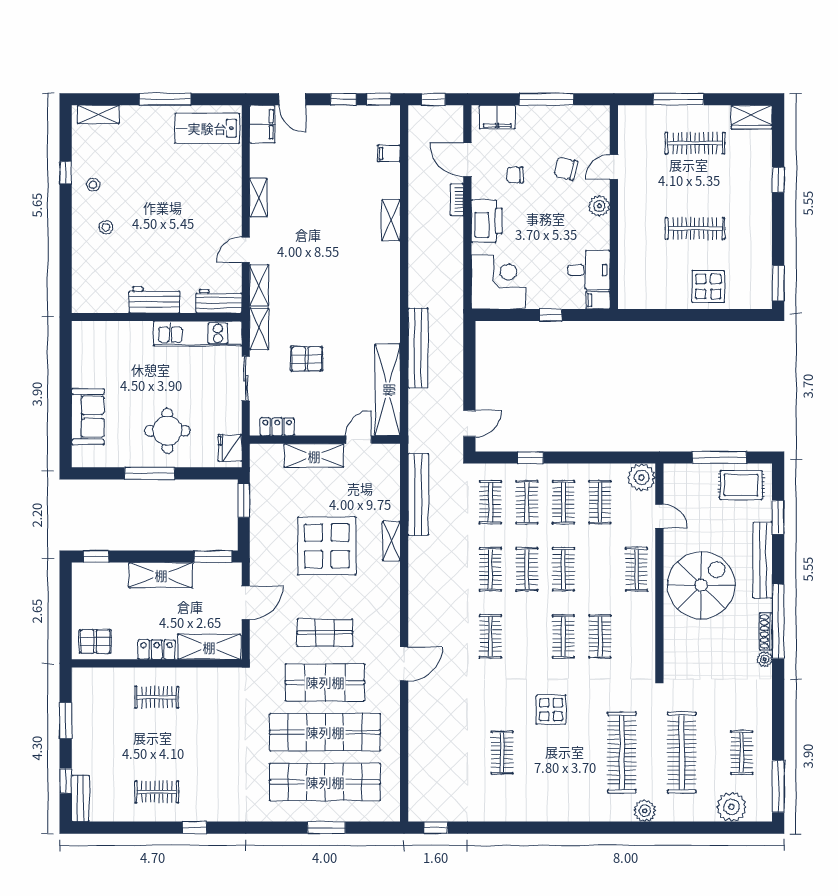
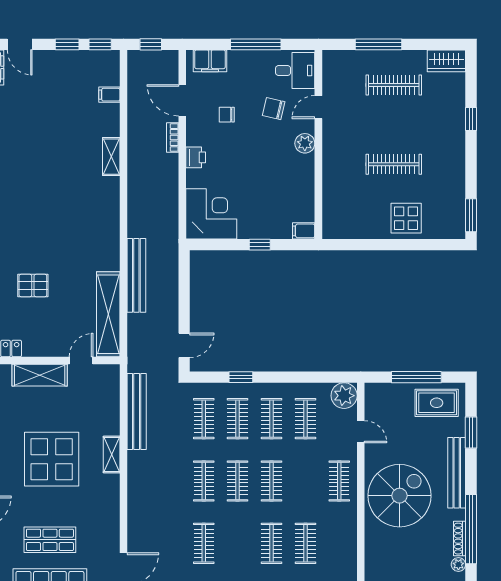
printer: (487, 221) -> (196, 157), width x0.53, depth x0.68
desk: (589, 270) -> (295, 71), moved

